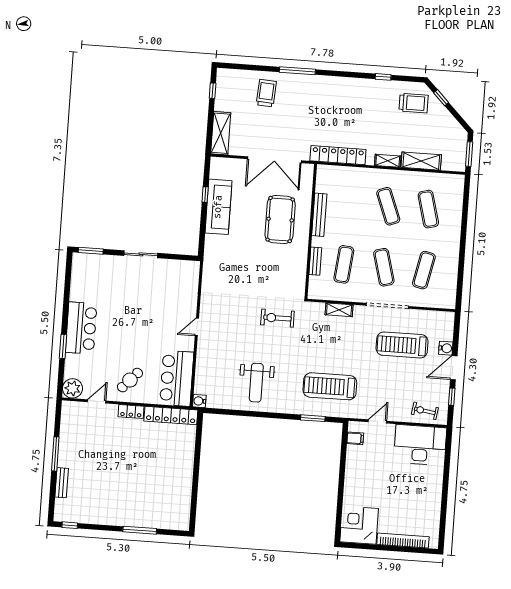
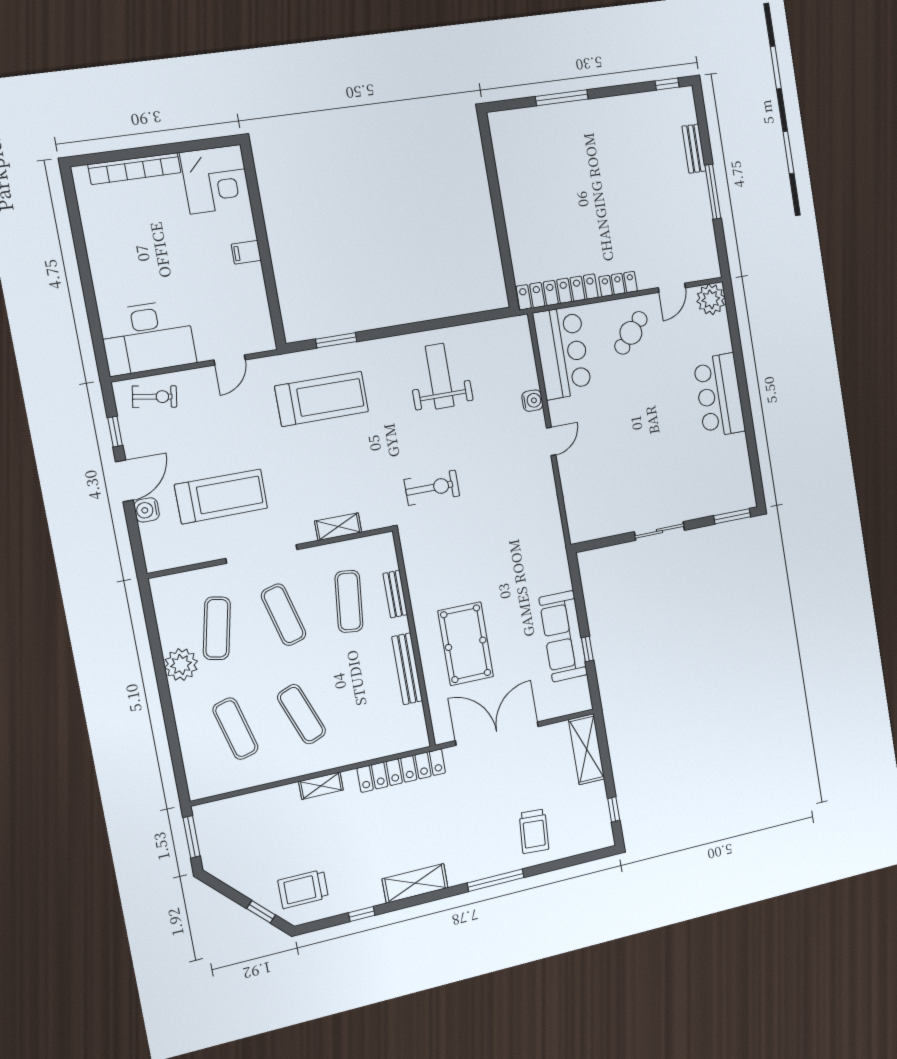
shelving: (421, 161) -> (415, 883), moved
plant: (449, 255) -> (181, 665), added
window: (63, 346) -> (739, 360), removed
water cooler: (199, 401) -> (532, 401), moved
filing cabinet: (355, 438) -> (246, 252), moved

